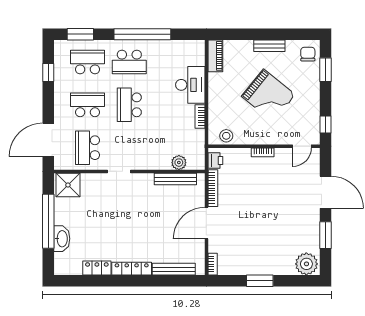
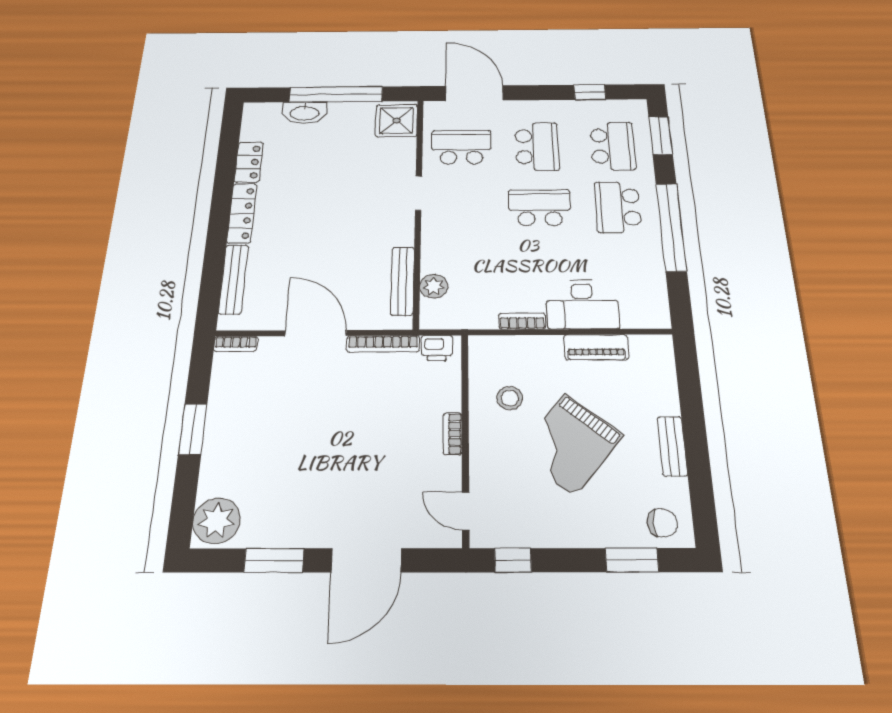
piano: (215, 56) -> (596, 347), moved
stool: (226, 136) -> (510, 398), moved

